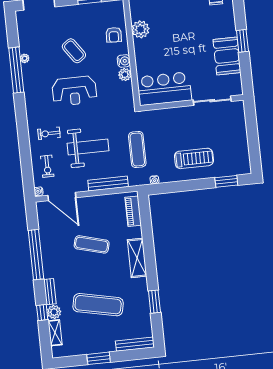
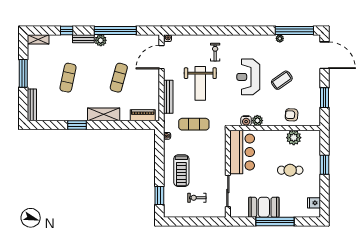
cafe table: (180, 29) -> (290, 170), added
window: (242, 41) -> (275, 221), width x2.11
water cooler: (124, 61) -> (246, 121), moved
window: (16, 70) -> (294, 30), moved
exercise bike: (47, 166) -> (197, 198), moved
window: (154, 302) -> (77, 125), moved
exercise mat: (98, 305) -> (68, 78), width x0.73, depth x0.69
plant: (54, 312) -> (101, 40), moved
shelving: (55, 333) -> (38, 39), moved
window: (99, 358) -> (23, 73), width x1.44

